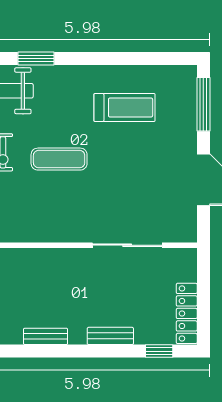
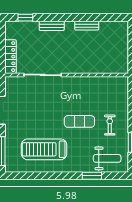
treadmill: (124, 108) -> (44, 149), width x1.37, depth x1.38
locker: (187, 313) -> (10, 57), moved

